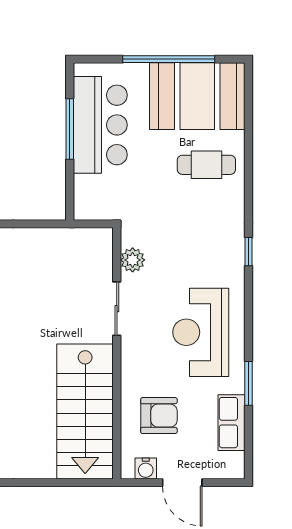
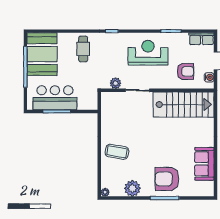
cafe table: (206, 165) -> (83, 49), moved
reception desk: (201, 332) -> (148, 53), turned 180
armchair: (159, 416) -> (185, 71), turned 90
row of seats: (232, 423) -> (201, 39), moved

